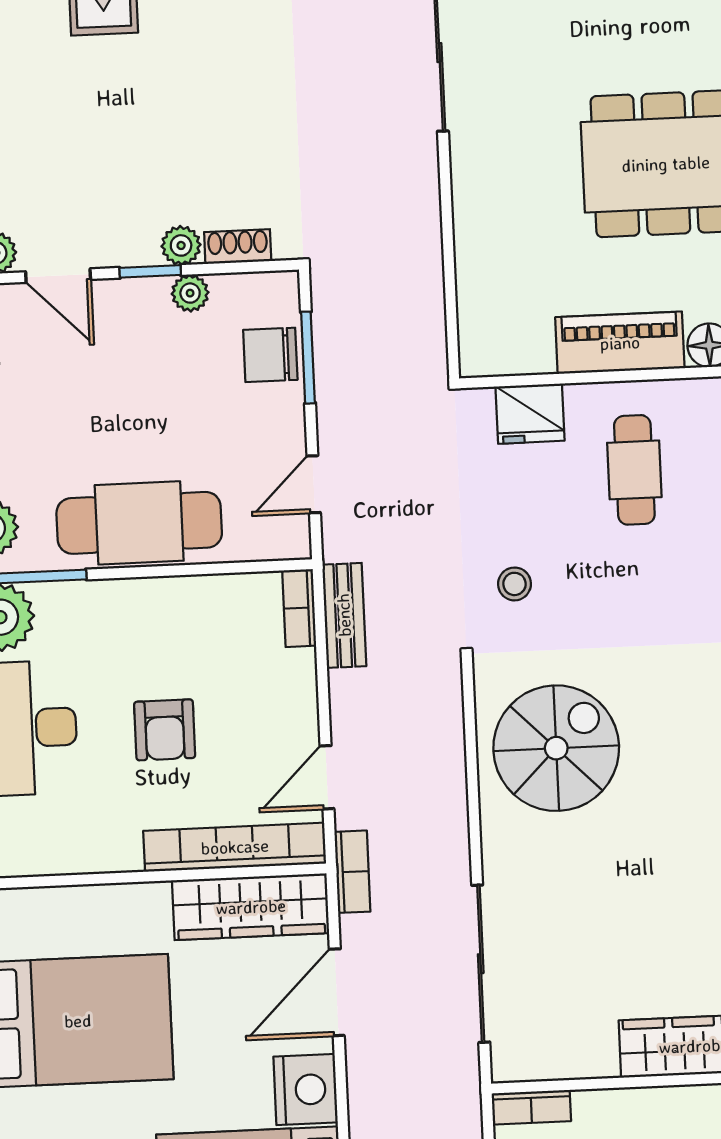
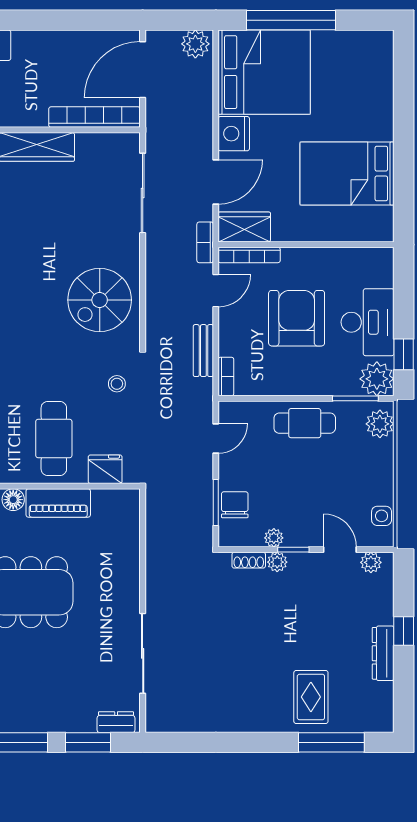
chair: (270, 355) -> (235, 505), turned -90
cafe table: (634, 470) -> (54, 438), width x1.37, depth x1.35
cafe table: (139, 523) -> (305, 423), width x0.73, depth x0.74
bench: (344, 615) -> (203, 351), moved
armchair: (165, 730) -> (297, 318), width x1.88, depth x1.88
bookcase: (235, 847) -> (249, 255), width x0.68, depth x0.76
wardrobe: (251, 907) -> (244, 227), width x0.67
bookcase: (531, 1107) -> (94, 117), width x2.31, depth x1.31

